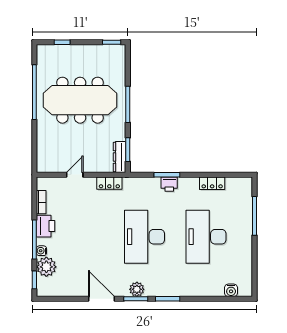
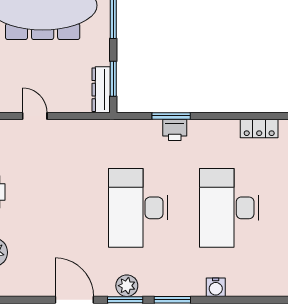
door: (75, 175) -> (35, 116), hinge flipped
locker: (109, 183) -> (86, 128), removed
locker: (212, 183) -> (259, 128), moved
water cooler: (231, 290) -> (216, 287), moved

